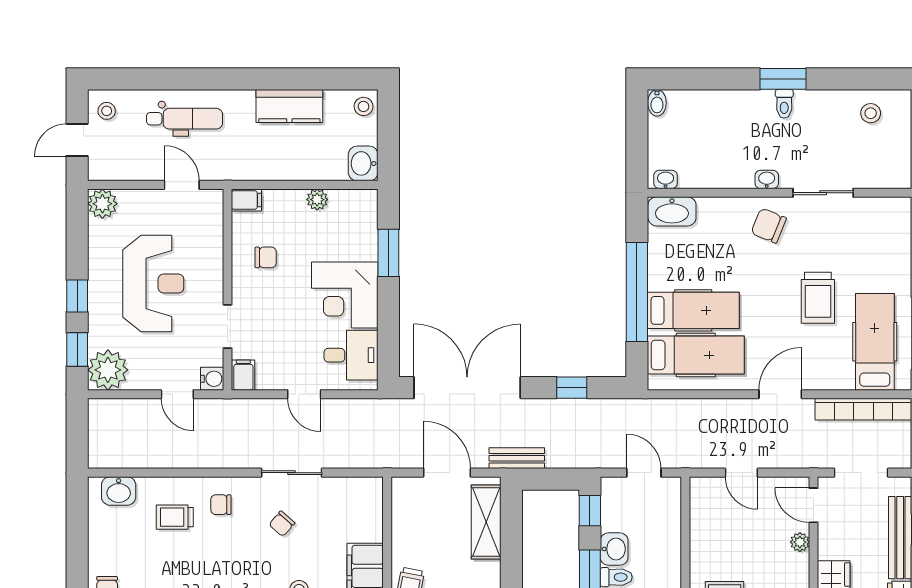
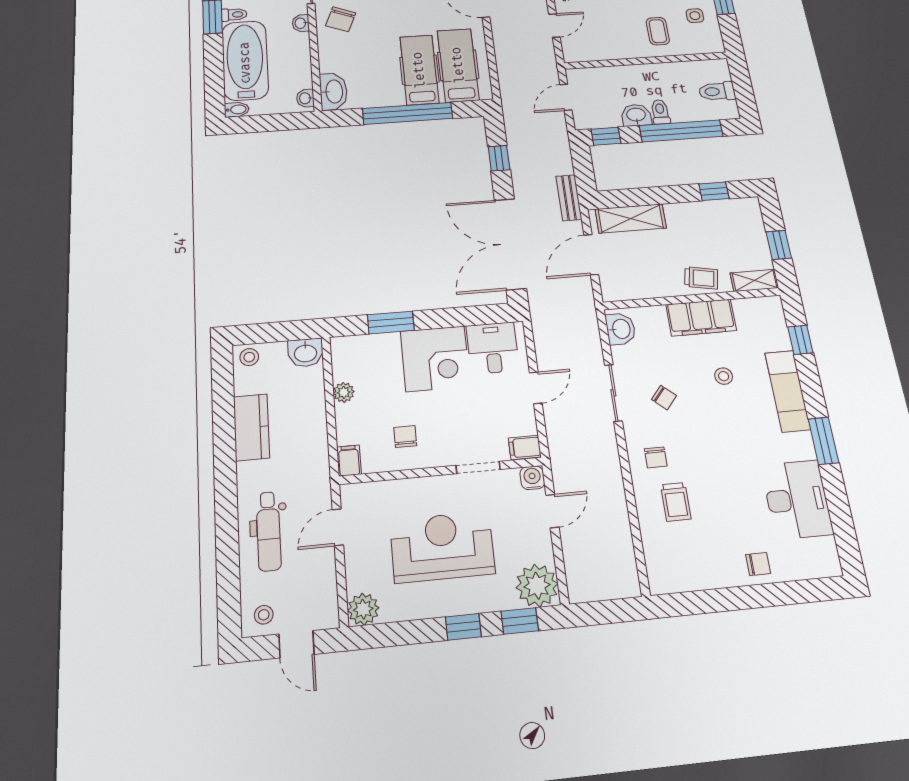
bathtub: (721, 114) -> (245, 60), added
dental chair: (184, 119) -> (269, 531), turned 180
washbasin: (119, 491) -> (621, 329), moved

